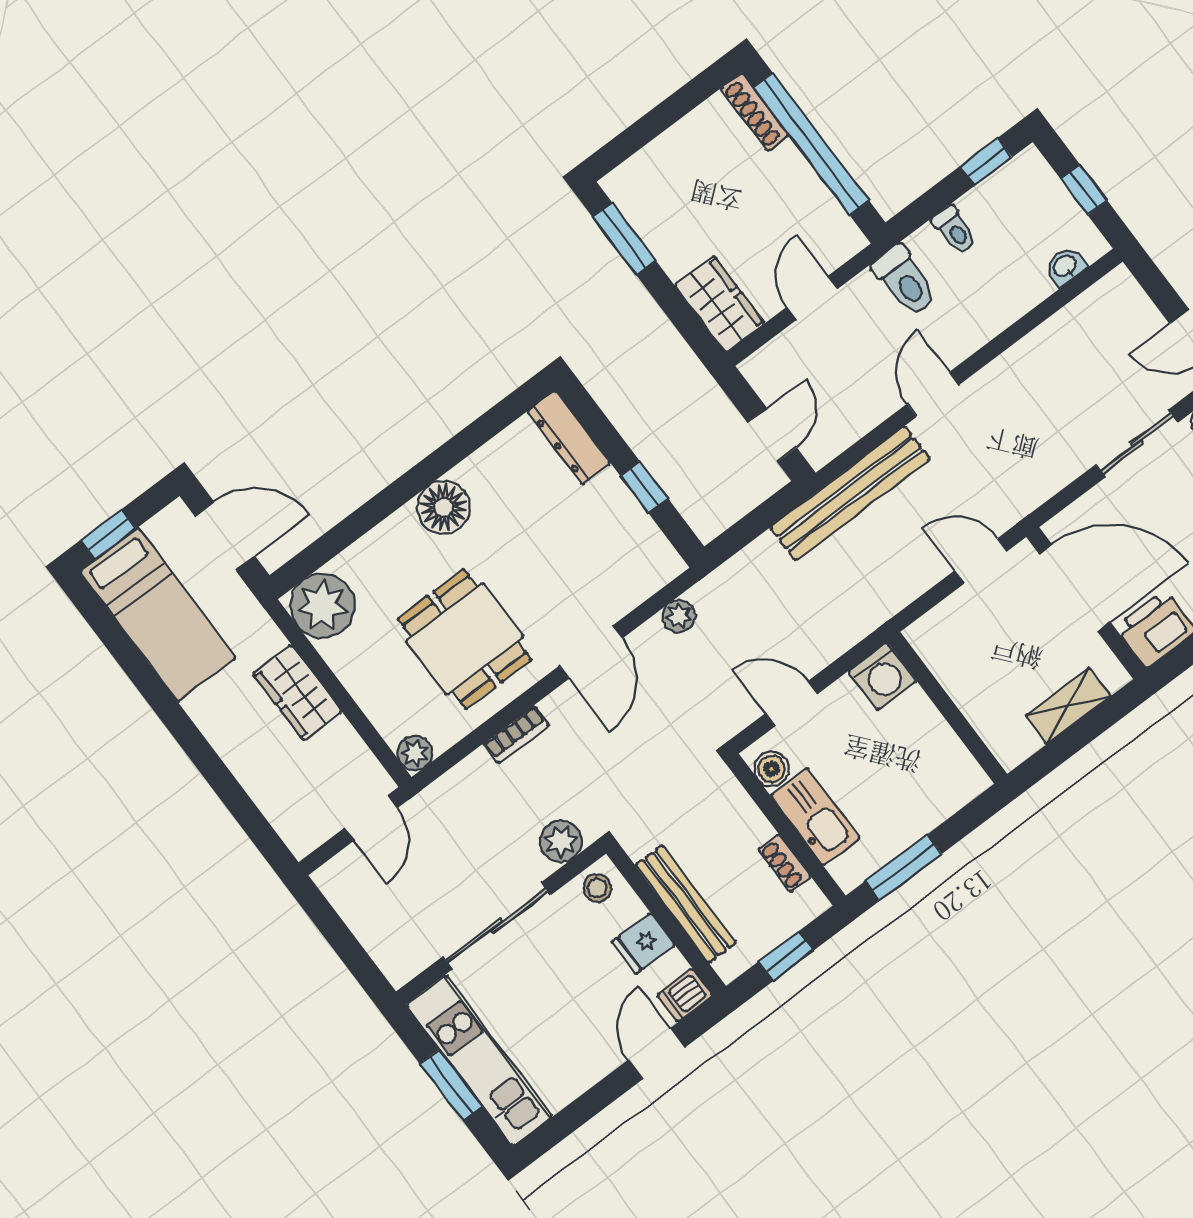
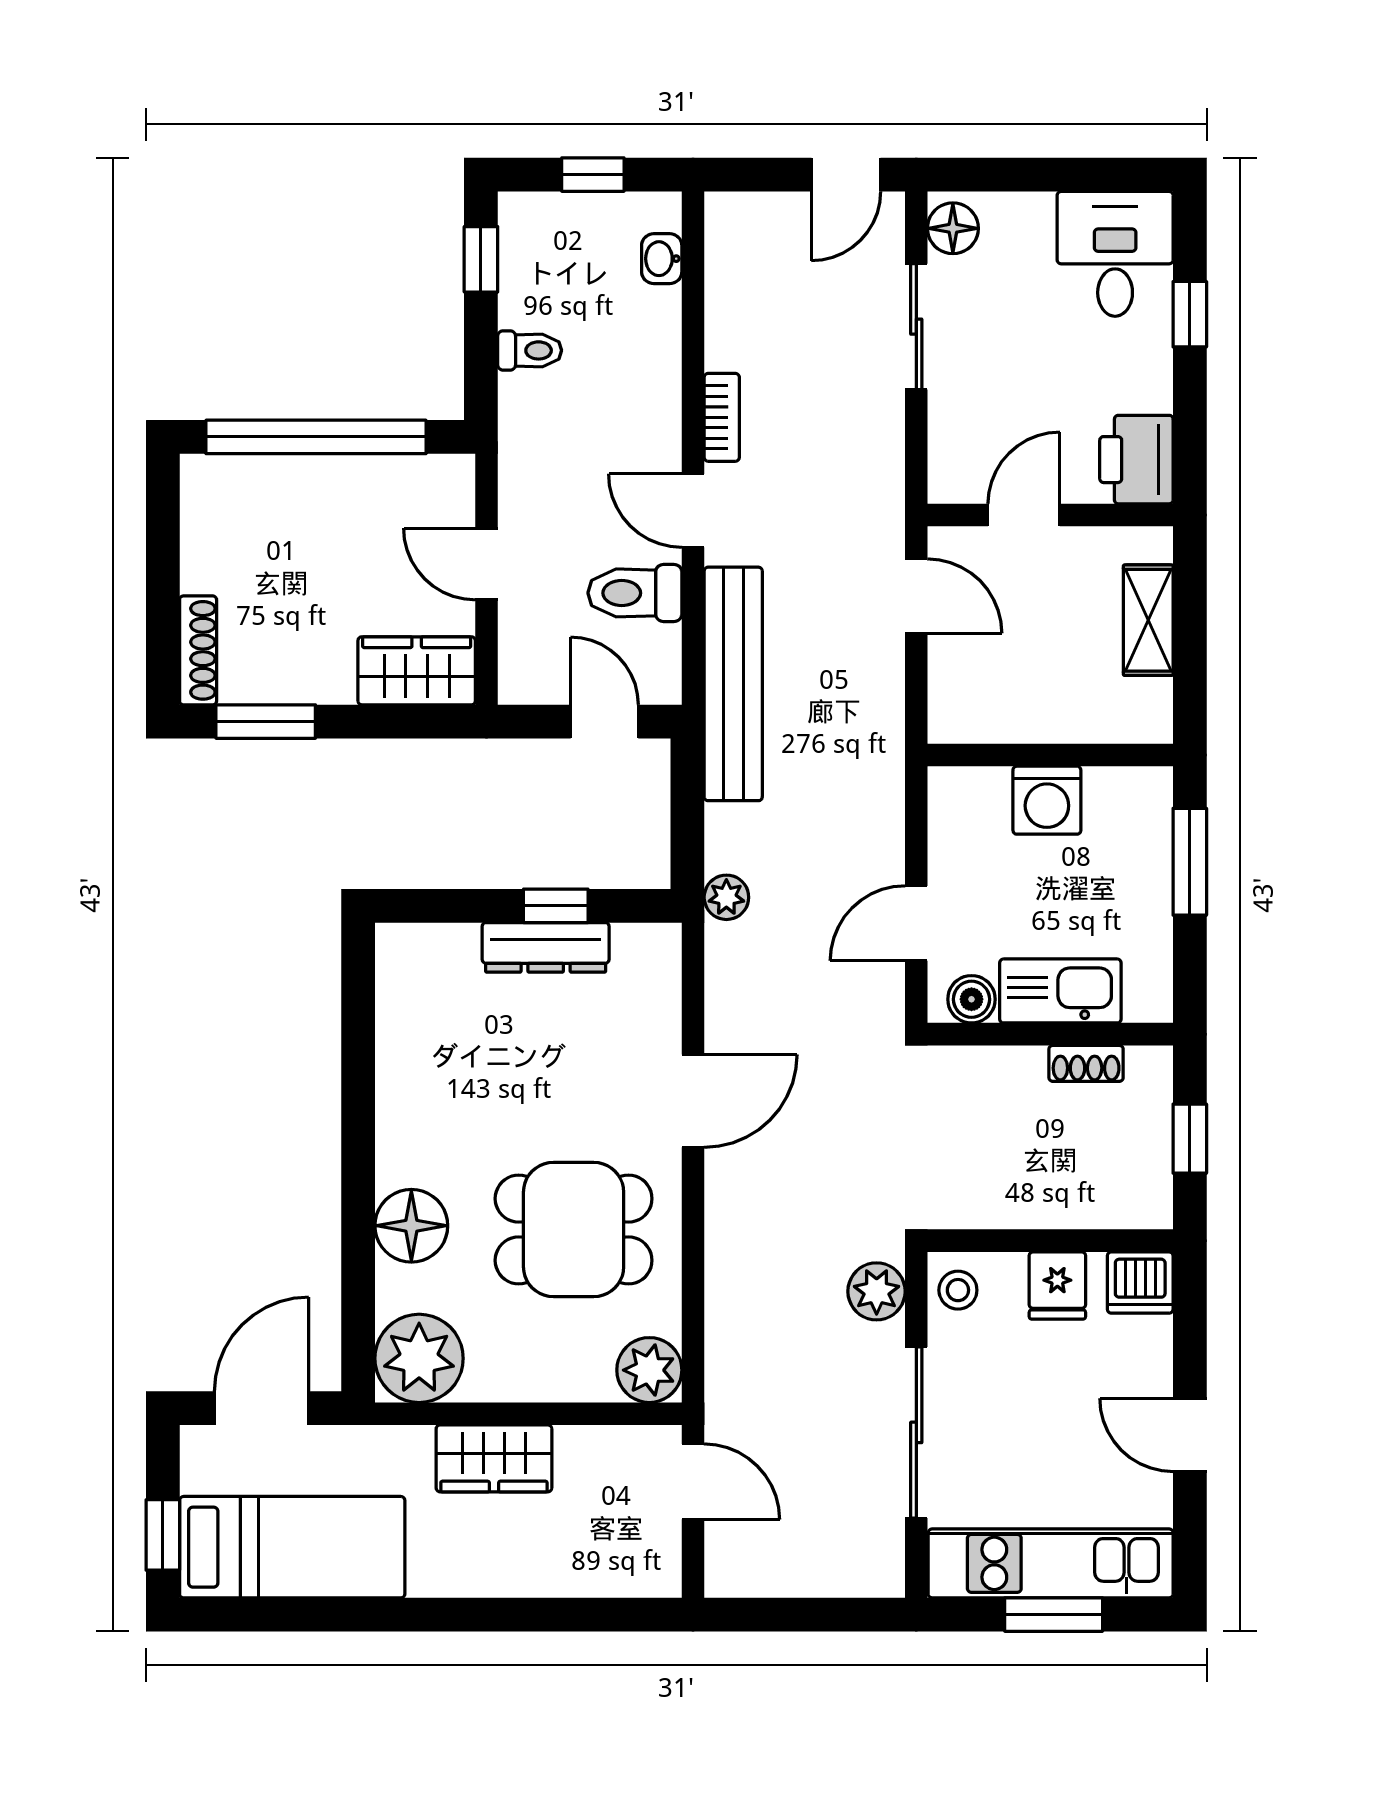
shoe rack: (755, 112) -> (198, 650), moved, turned -90
toilet: (905, 281) -> (635, 593), moved, turned 180
dresser: (569, 437) -> (546, 947), moved
floor lamp: (444, 507) -> (411, 1226), moved
door: (981, 561) -> (916, 596), swing flipped
door: (1075, 588) -> (1024, 515), width x0.53
plant: (679, 616) -> (726, 897), moved
door: (591, 652) -> (693, 1101), hinge flipped
washing machine: (882, 676) -> (1047, 800), moved, turned 90
bookcase: (516, 735) -> (722, 417), moved
plant: (415, 753) -> (649, 1370), width x1.38, depth x1.38
window: (904, 868) -> (1190, 862), moved
bench: (686, 904) -> (1049, 1206), removed
dishwasher: (685, 995) -> (1140, 1283), width x1.38
door: (657, 1054) -> (1190, 1435), moved

